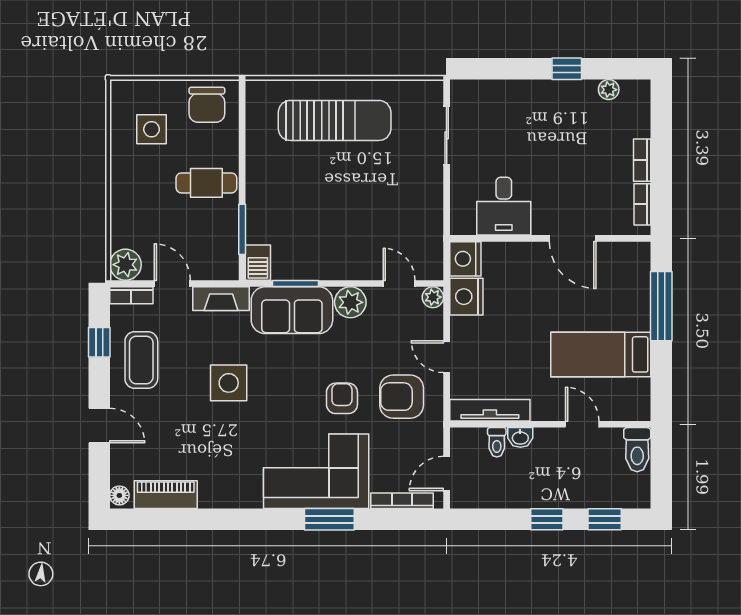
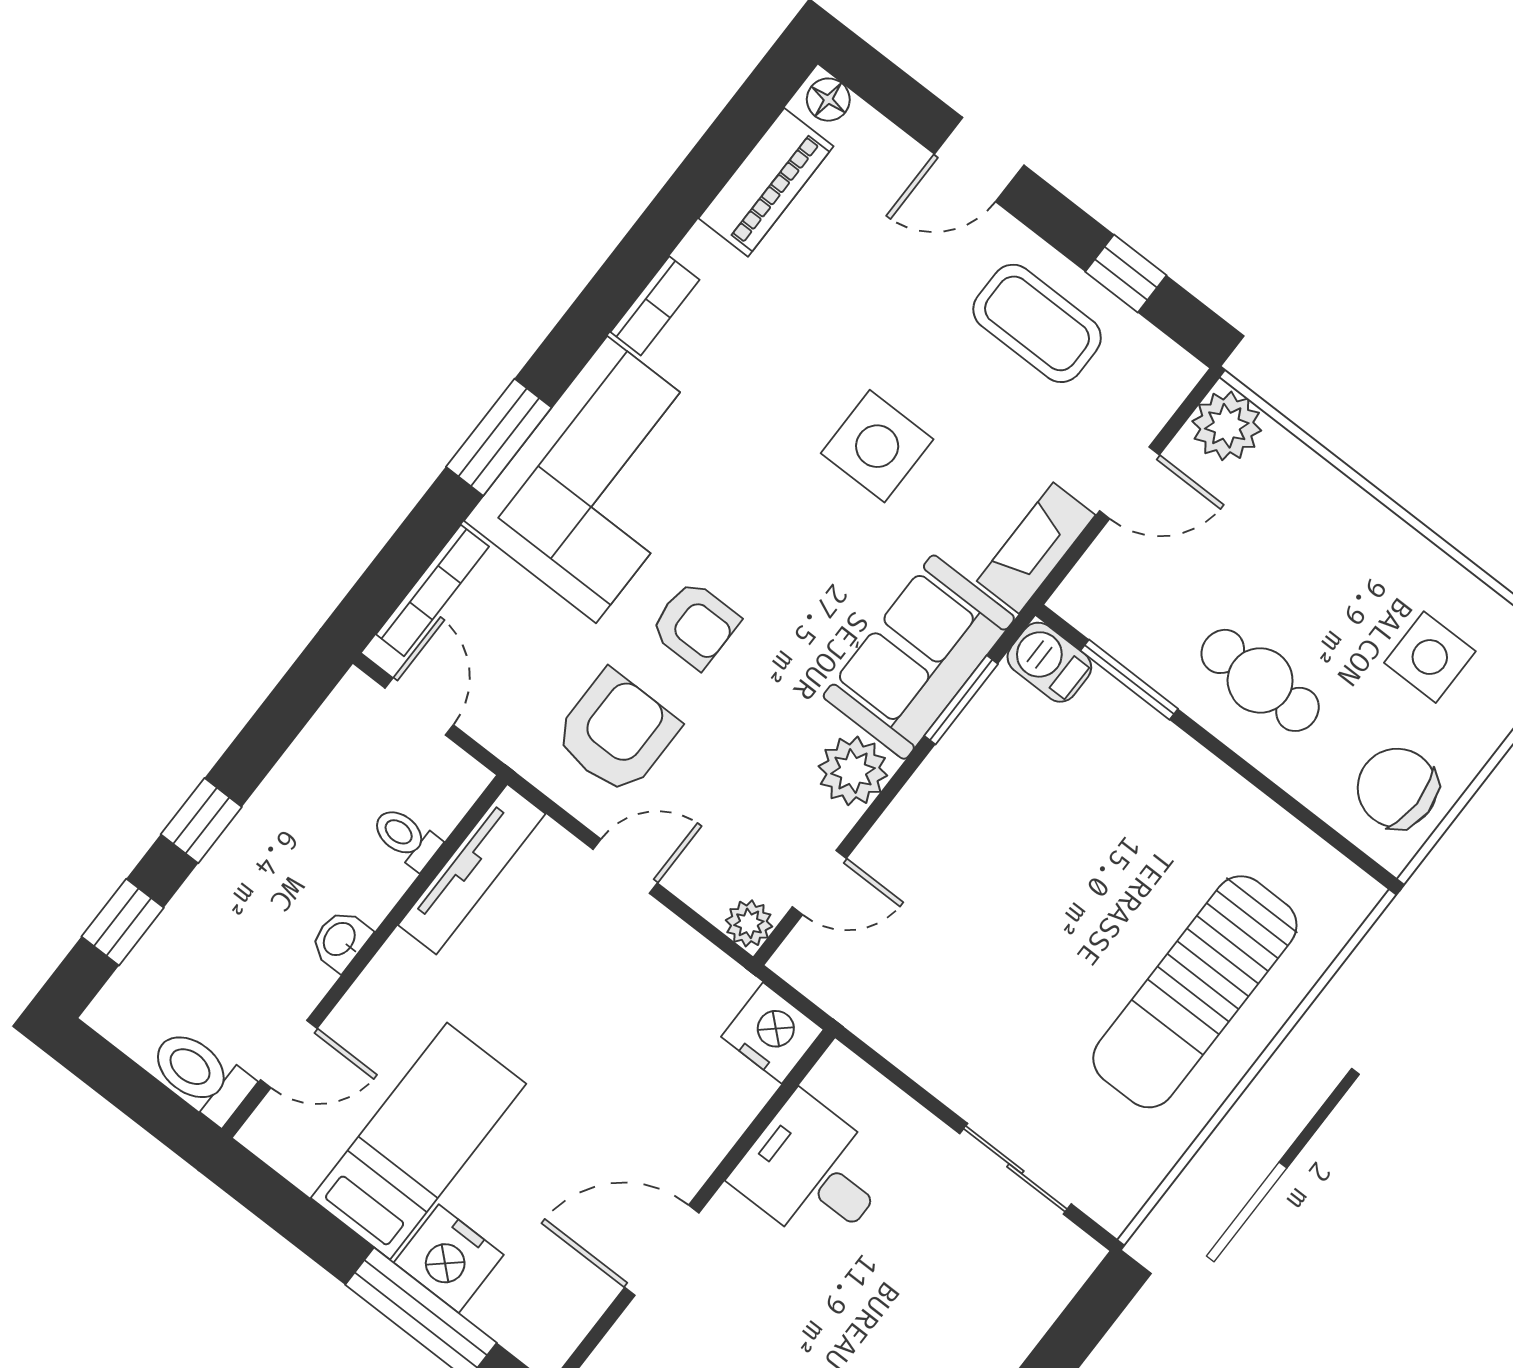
cafe table: (206, 183) -> (1260, 680), turned 90
bookcase: (131, 295) -> (655, 306), moved, turned 180
nightstand: (466, 297) -> (449, 1259), moved, turned 180
door: (582, 424) -> (289, 1054), moved
washbasin: (520, 437) -> (340, 940), moved

